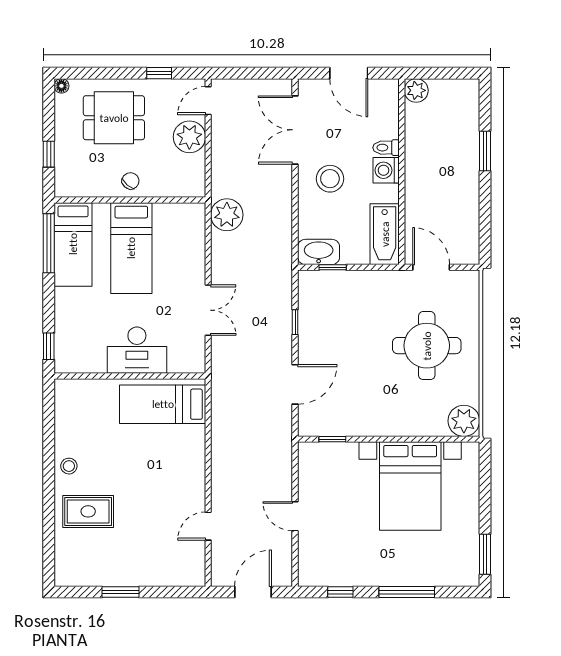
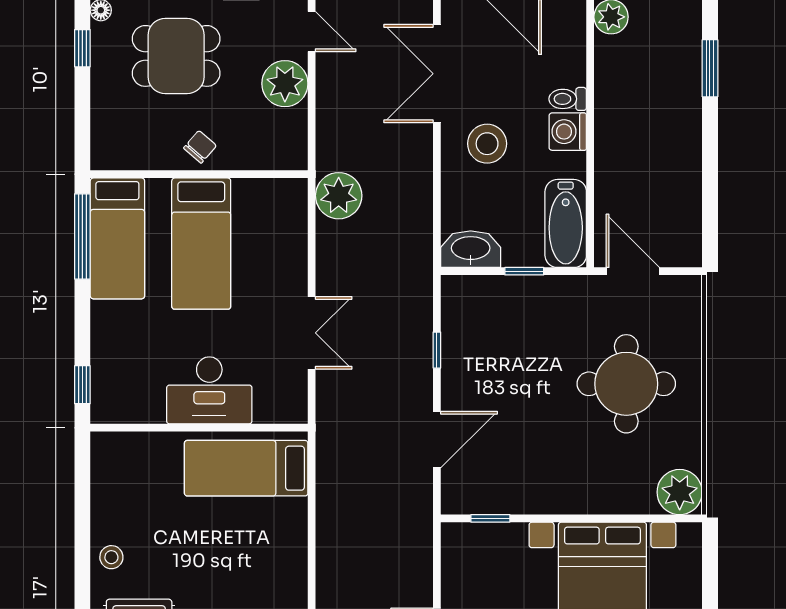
door: (208, 101) -> (312, 31), swing flipped
window: (485, 151) -> (710, 68), moved
window: (49, 154) -> (82, 48), moved
window: (333, 267) -> (524, 271), moved

